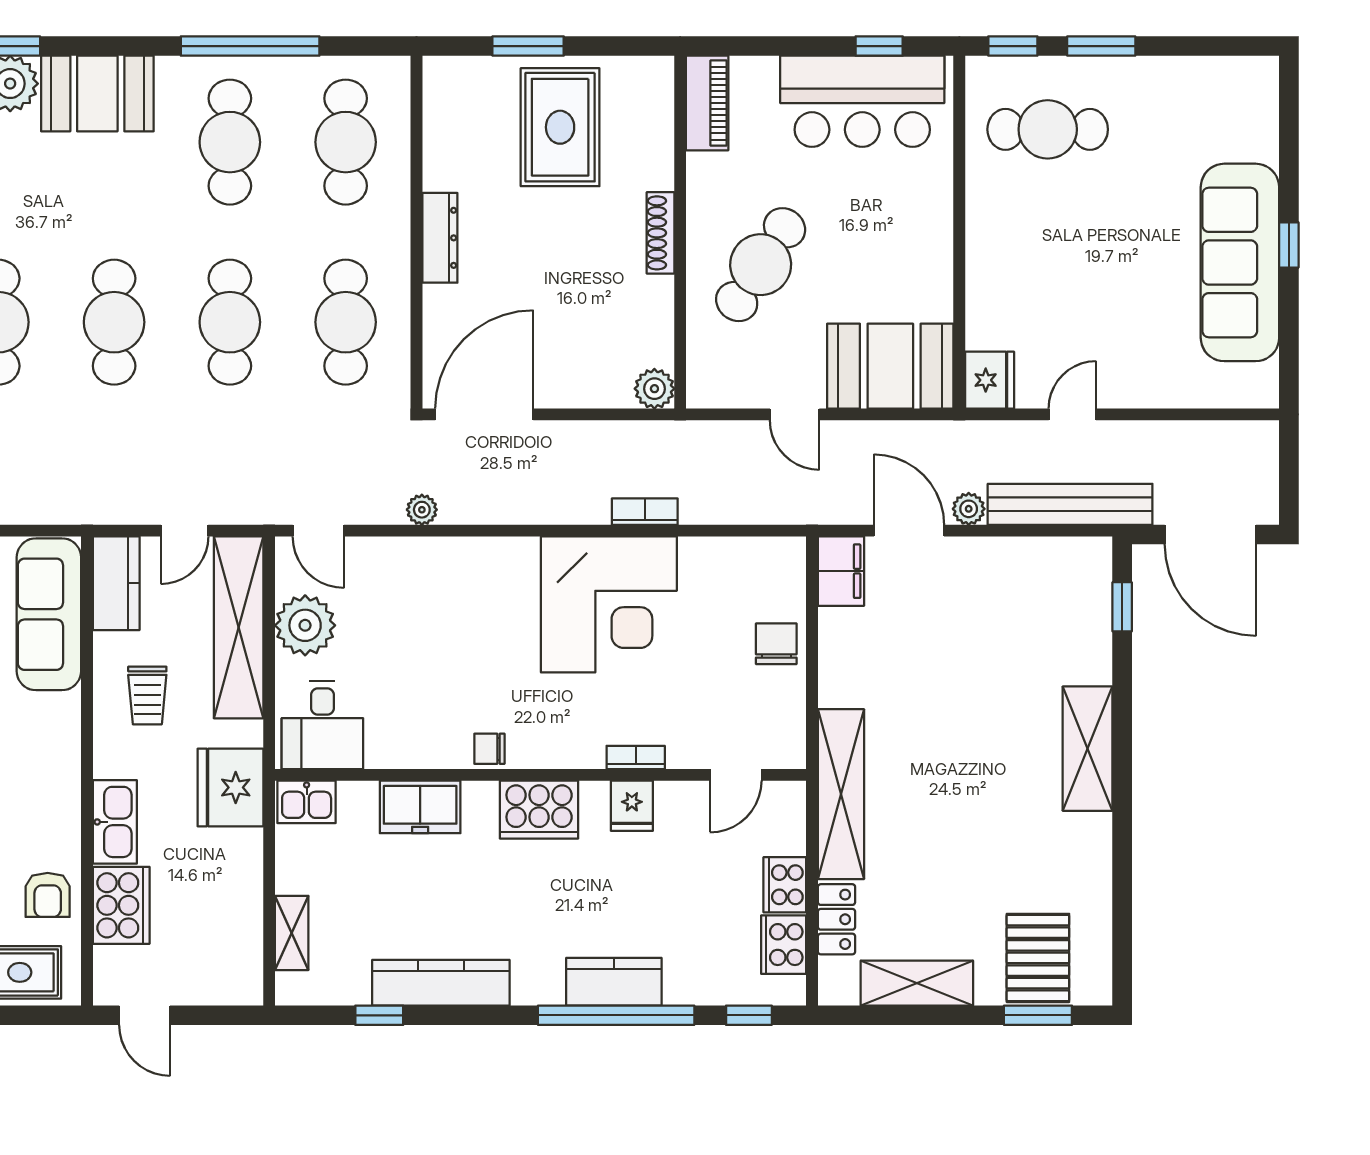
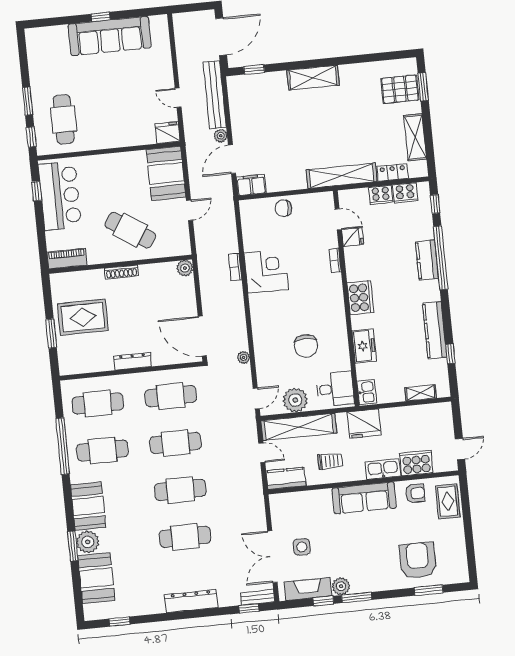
corner desk: (609, 604) -> (266, 271), width x0.74, depth x0.74
sofa: (49, 614) -> (364, 498), moved
chair: (489, 749) -> (306, 346), moved, width x1.87, depth x1.87
fridge: (632, 806) -> (353, 237), moved

